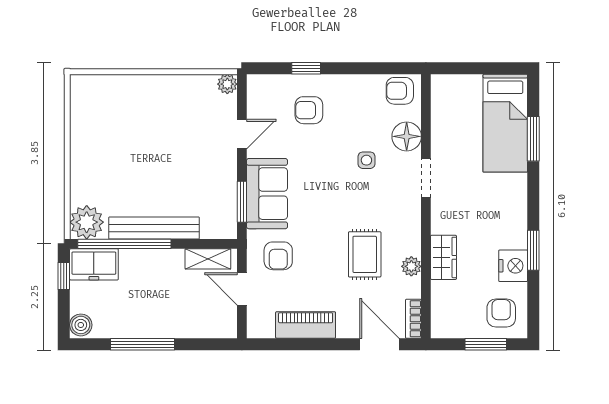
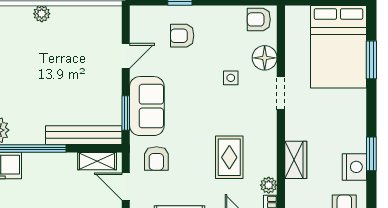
plant: (227, 84) -> (42, 14), moved
bed: (505, 123) -> (339, 47), width x1.50
bench: (154, 228) -> (84, 135), moved
plant: (411, 266) -> (269, 185), moved

